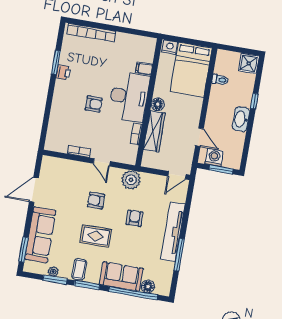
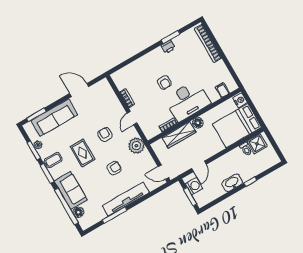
shower: (249, 63) -> (257, 144), moved
filing cabinet: (144, 69) -> (222, 90), moved

